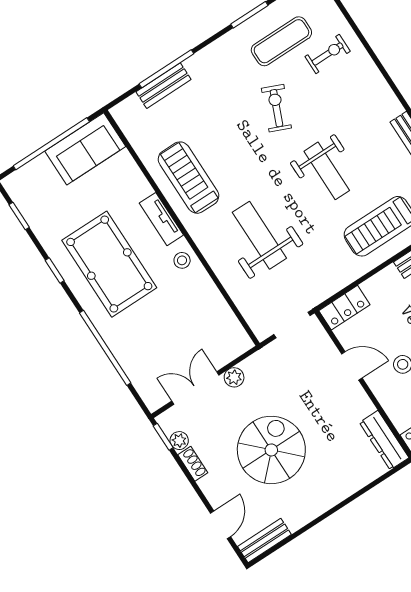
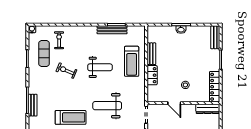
treadmill: (189, 178) -> (71, 117), turned 180
locker: (344, 308) -> (152, 75), moved
door: (352, 366) -> (174, 103), swing flipped

